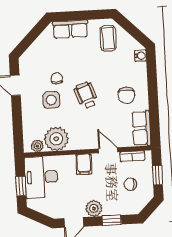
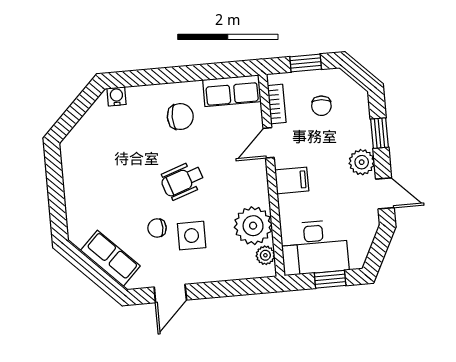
row of seats: (70, 29) -> (110, 258), moved, turned -45
coffee table: (108, 38) -> (91, 148), removed

